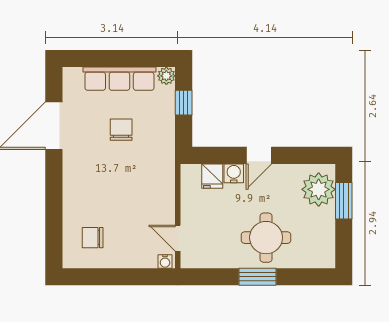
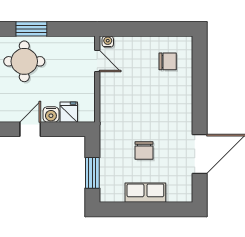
plant: (166, 76) -> (107, 195), removed
row of seats: (119, 79) -> (145, 193), width x0.68
window: (184, 103) -> (92, 173), width x1.50

